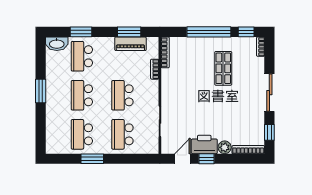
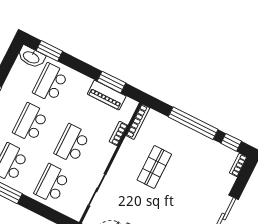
window: (81, 32) -> (49, 51), moved
shop shelf: (223, 68) -> (154, 167), moved

